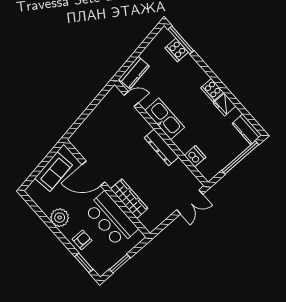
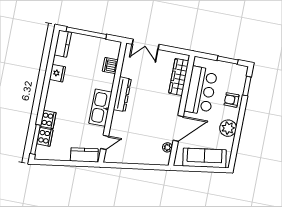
cooker: (212, 90) -> (48, 119), moved
door: (131, 99) -> (105, 142), swing flipped
plant: (84, 151) -> (167, 147), added
sofa: (53, 172) -> (204, 158), width x1.36
door: (93, 173) -> (178, 128), hinge flipped
wardrobe: (129, 199) -> (179, 77), moved
double door: (190, 202) -> (146, 44), swing flipped

